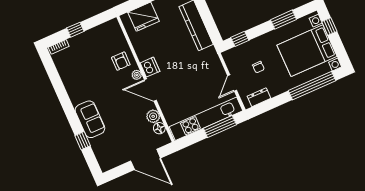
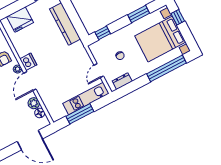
door: (150, 90) -> (30, 81), hinge flipped
kitchen unit: (206, 119) -> (86, 98), width x0.73
window: (220, 126) -> (80, 114), moved

